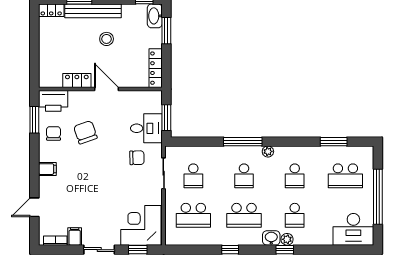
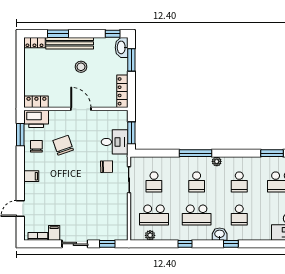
locker: (77, 81) -> (36, 102), moved
corner desk: (141, 225) -> (110, 223), removed
plant: (287, 239) -> (150, 235), moved

